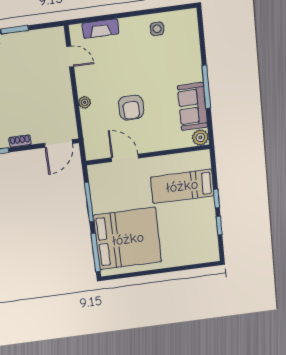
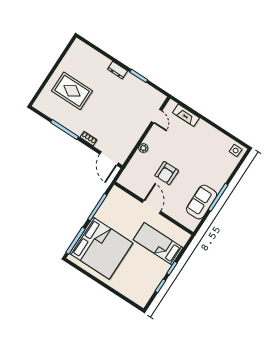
side table: (157, 29) -> (236, 151), moved
plant: (200, 137) -> (192, 224), removed
door: (59, 143) -> (109, 158), hinge flipped
door: (125, 158) -> (152, 207), moved

